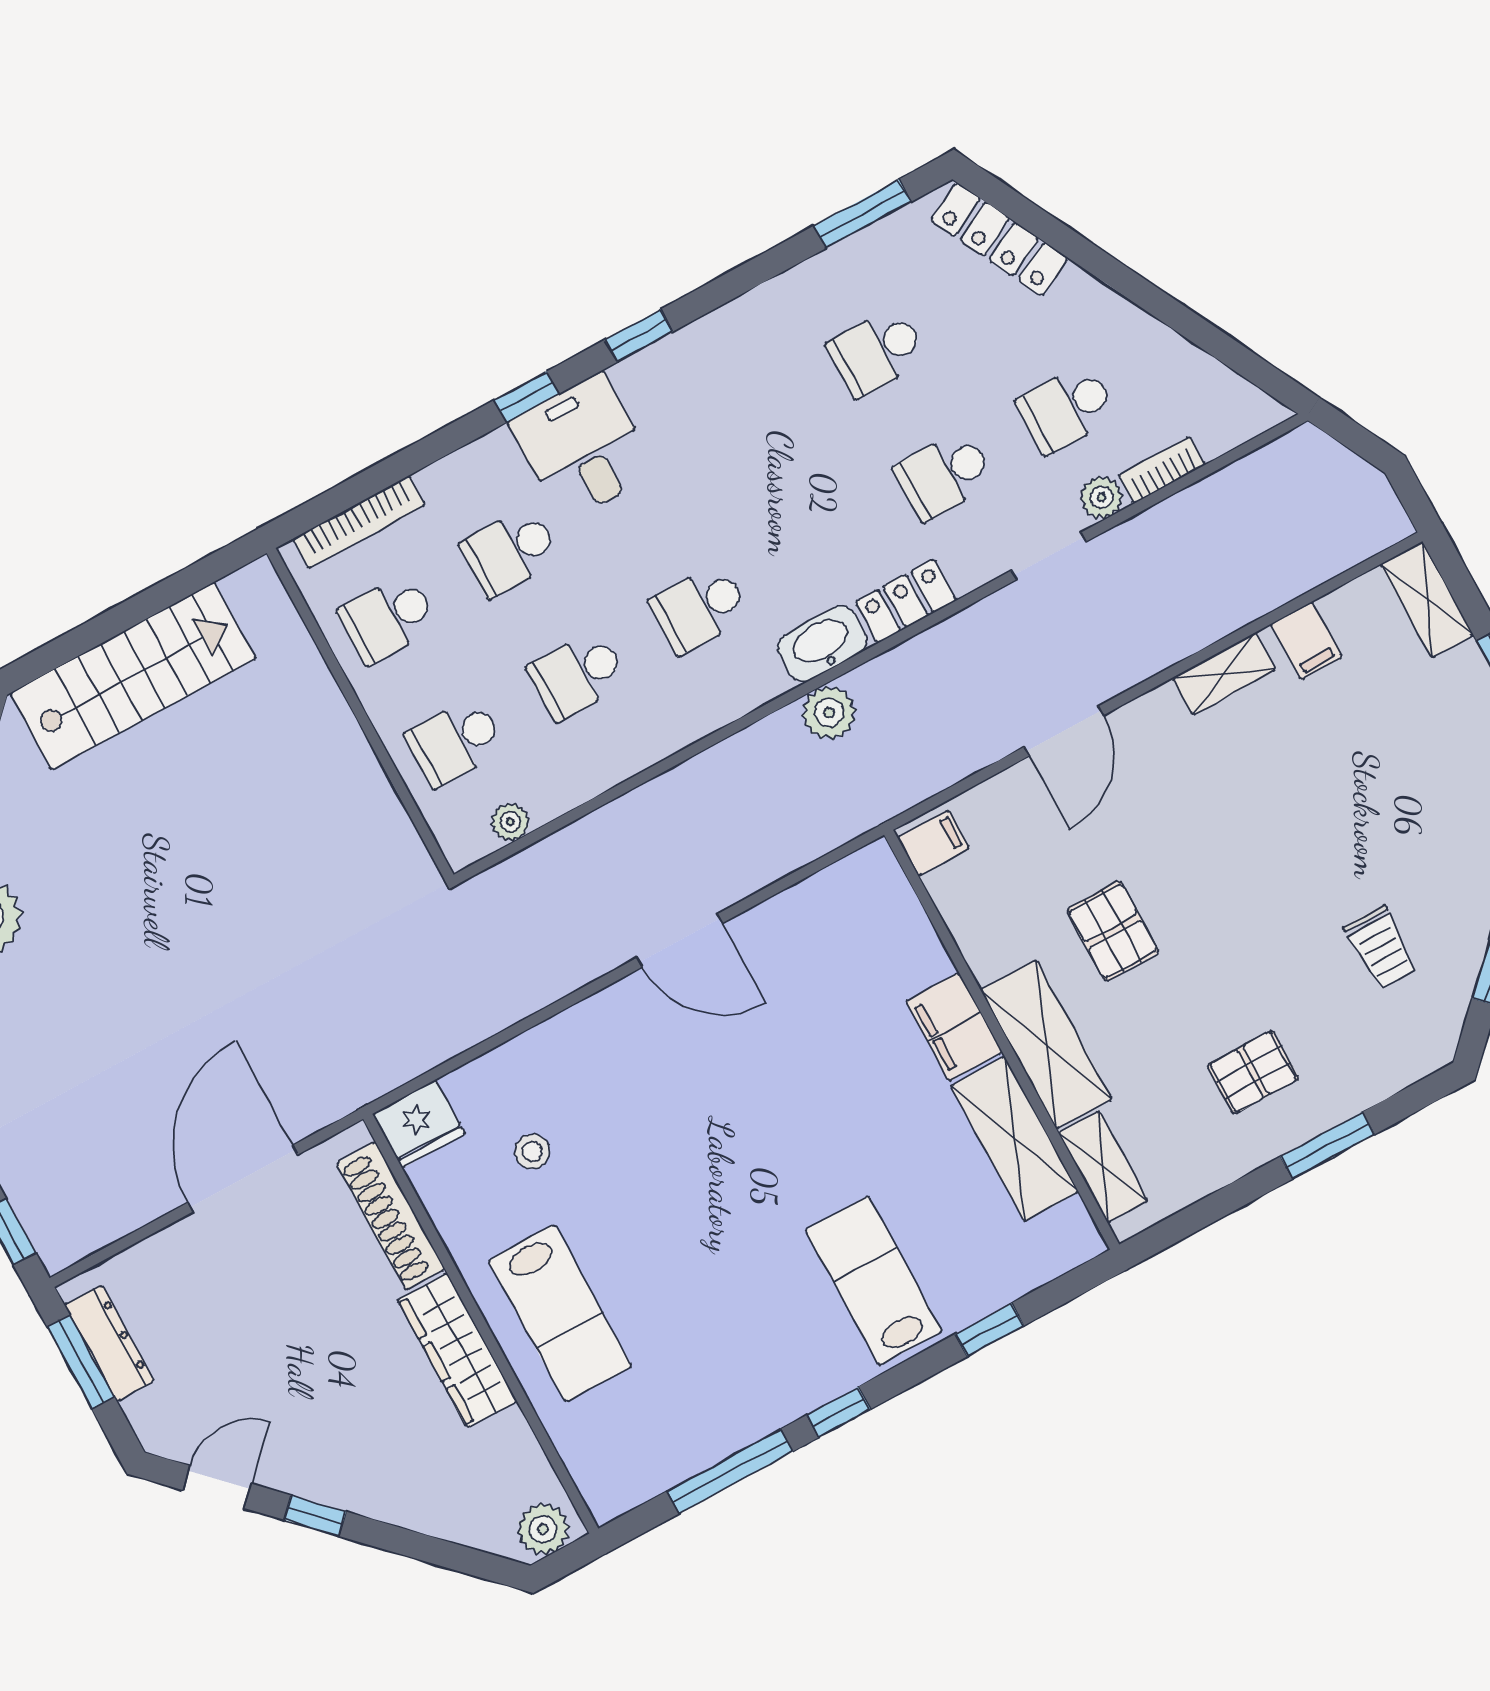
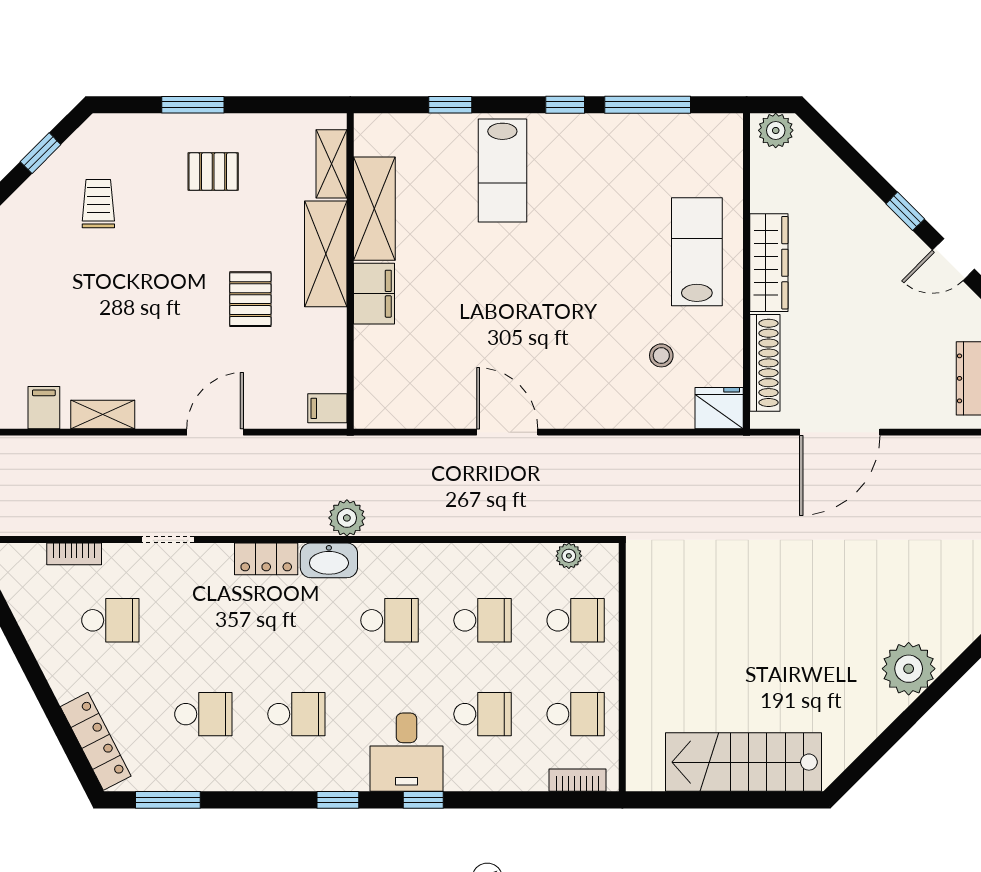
school desk: (944, 475) -> (296, 714), moved
plant: (1102, 497) -> (118, 557), removed
bookcase: (359, 522) -> (578, 780), width x0.64

